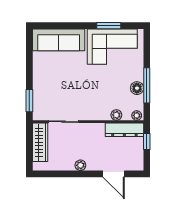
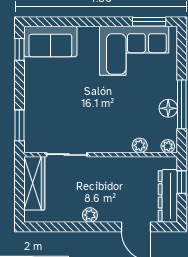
window: (109, 26) -> (149, 22), moved
sofa: (59, 40) -> (50, 42), width x0.73
window: (29, 46) -> (19, 49), added
dresser: (124, 130) -> (168, 196), moved, turned 90

